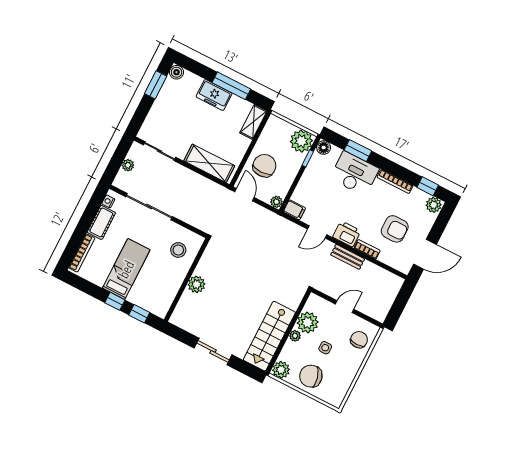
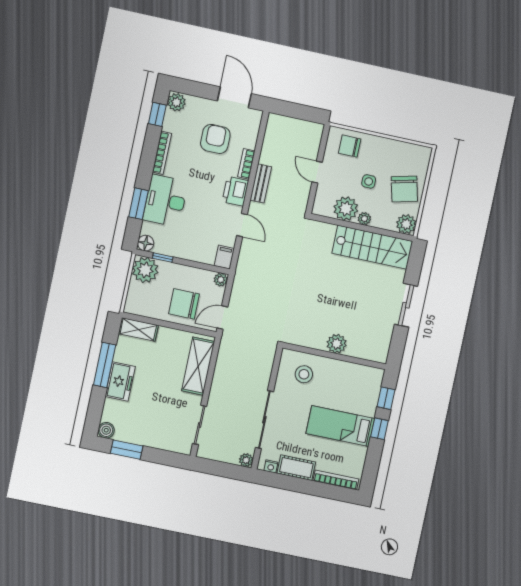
plant: (128, 165) -> (246, 460), moved

